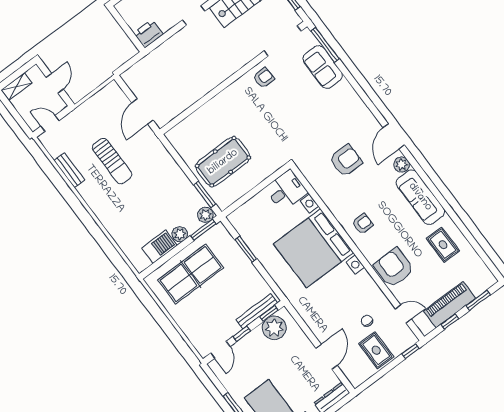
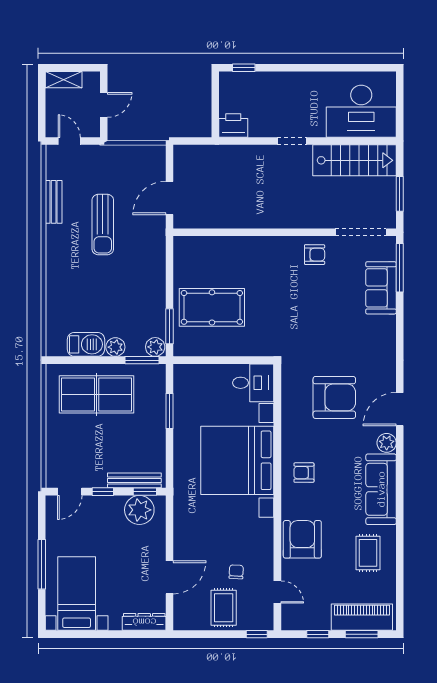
armchair: (346, 161) -> (334, 397), width x1.36, depth x1.36
armchair: (362, 224) -> (304, 473), turned 180
piano: (450, 305) -> (362, 617), moved

